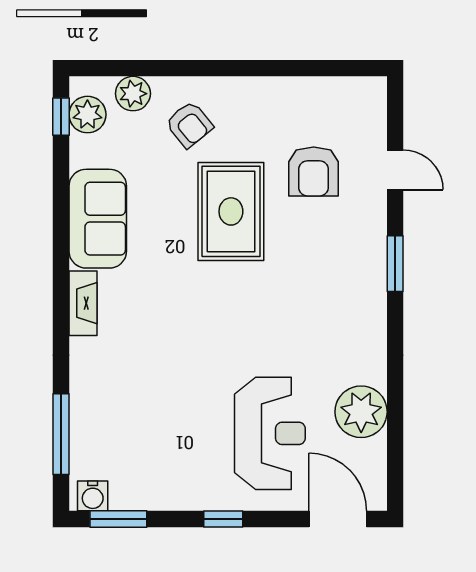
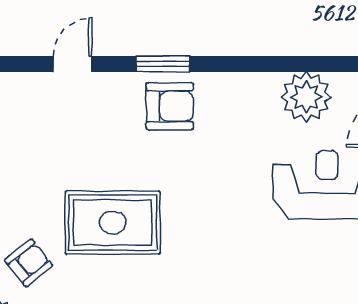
armchair: (314, 172) -> (170, 106), moved

